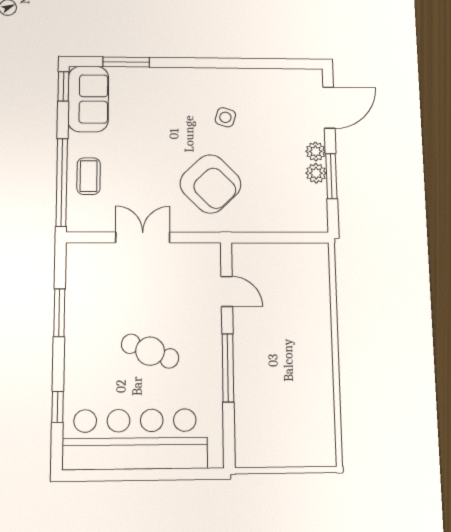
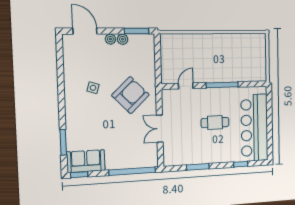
coffee table: (89, 176) -> (129, 158), removed
window: (331, 176) -> (137, 31), moved
cafe table: (150, 351) -> (215, 123), turned 69

